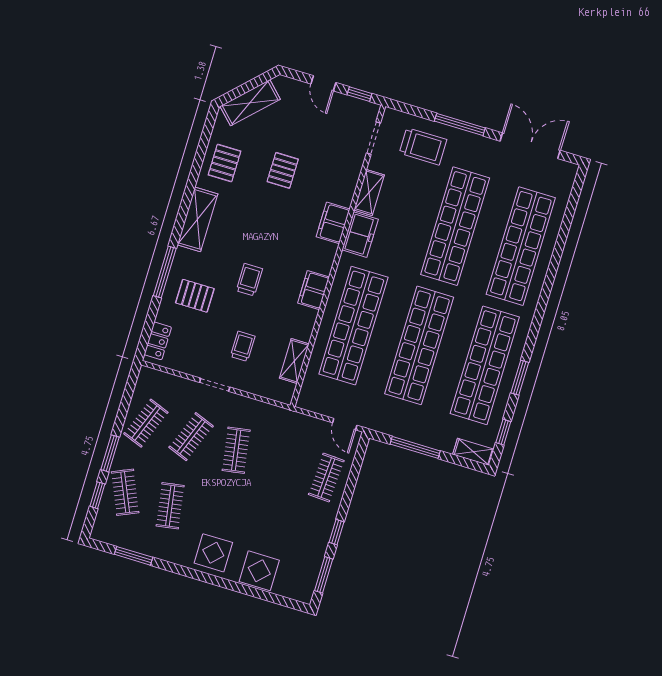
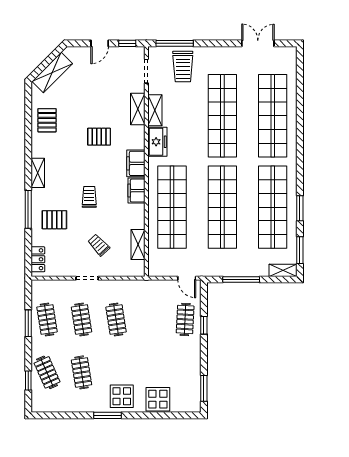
door: (323, 83) -> (100, 43), hinge flipped
window: (460, 124) -> (175, 43), moved
trolley: (423, 146) -> (183, 66), turned 90
double door: (530, 146) -> (258, 43), width x0.73
pallet: (283, 170) -> (99, 137), moved, turned 90
shelving: (347, 184) -> (138, 109), added
shelving: (197, 219) -> (38, 173), width x0.67, depth x0.75
filing cabinet: (333, 223) -> (136, 163), moved
trolley: (243, 346) -> (99, 245), turned -43
clothes rail: (146, 423) -> (47, 319), turned -30
window: (503, 432) -> (300, 250), width x1.50
clothes rail: (191, 437) -> (82, 319), turned -30
window: (110, 453) -> (28, 323), moved
window: (336, 532) -> (204, 325), moved
window: (134, 556) -> (108, 415), moved

